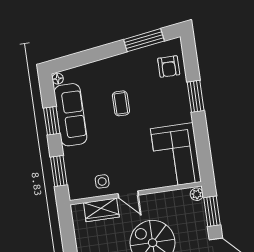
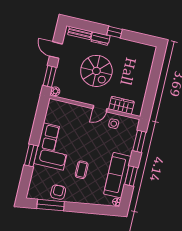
armchair: (169, 67) -> (58, 192), moved
corner sofa: (176, 155) -> (53, 147), moved
door: (128, 194) -> (100, 109), swing flipped

